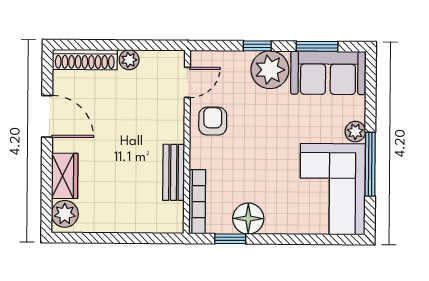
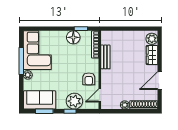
plant: (270, 70) -> (74, 101), moved
door: (47, 116) -> (160, 80), hinge flipped

